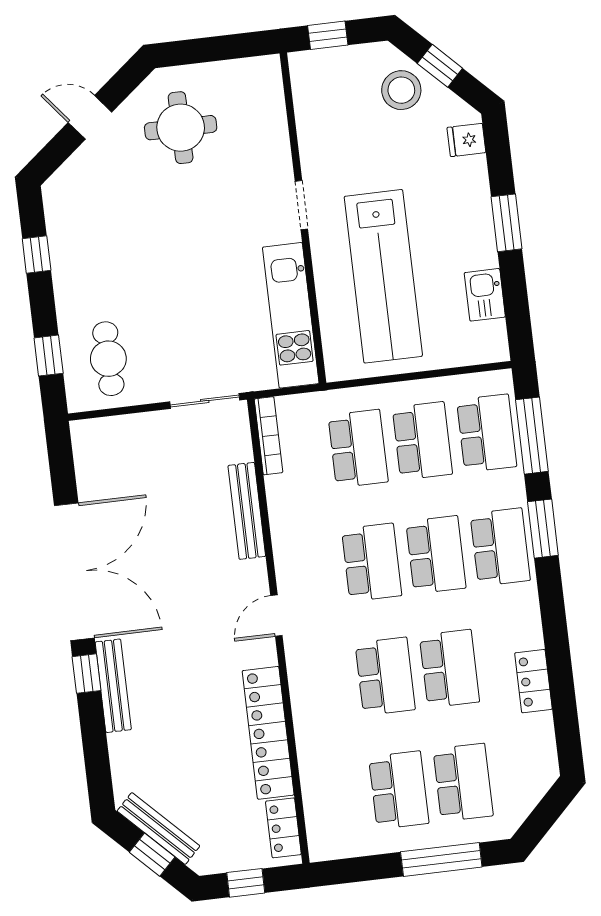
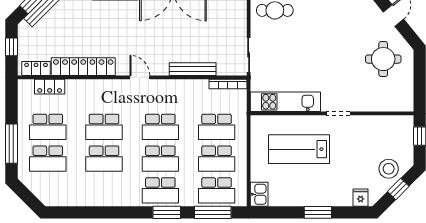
lab bench: (383, 276) -> (299, 149), width x0.73
kitchen sink: (485, 295) -> (259, 194), moved, turned 90
locker: (533, 681) -> (50, 87), moved, turned 180

